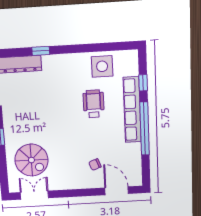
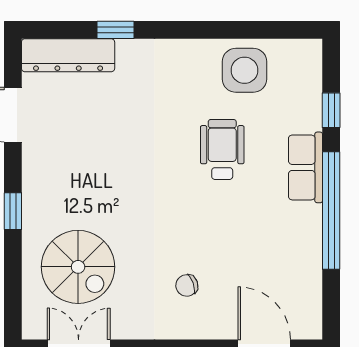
row of seats: (132, 110) -> (305, 167), width x0.50
chair: (95, 165) -> (187, 285), moved

